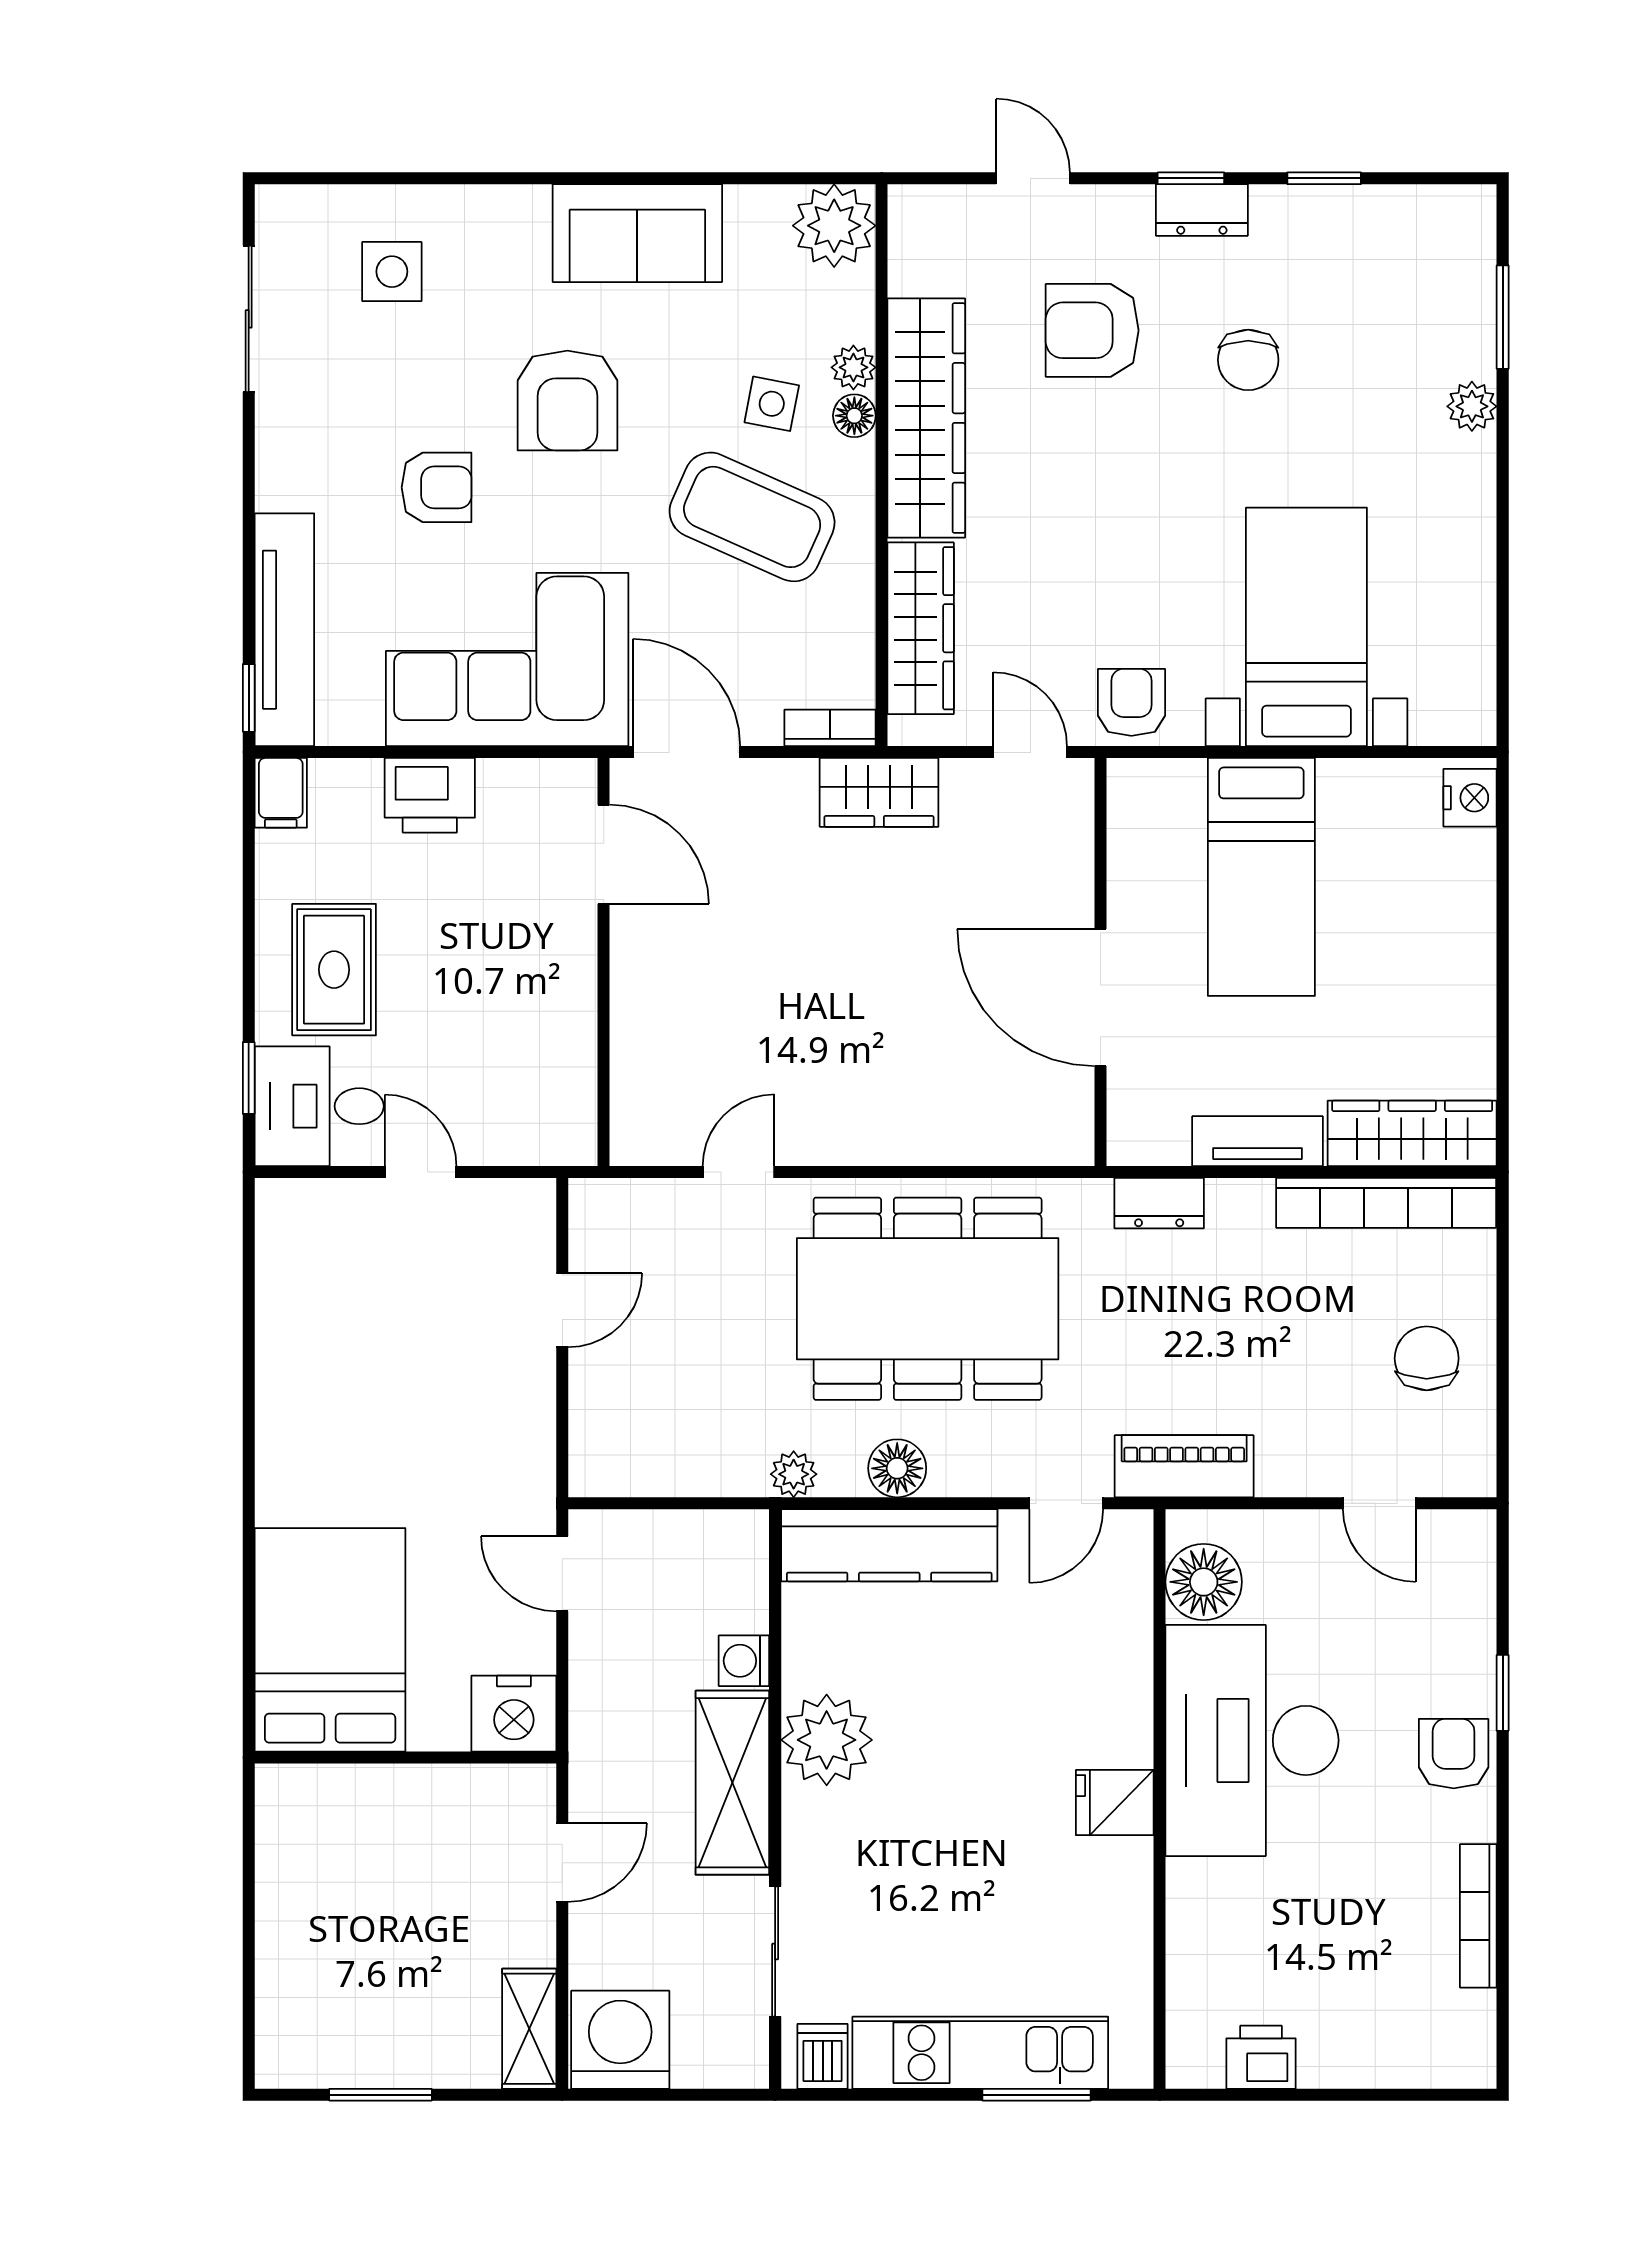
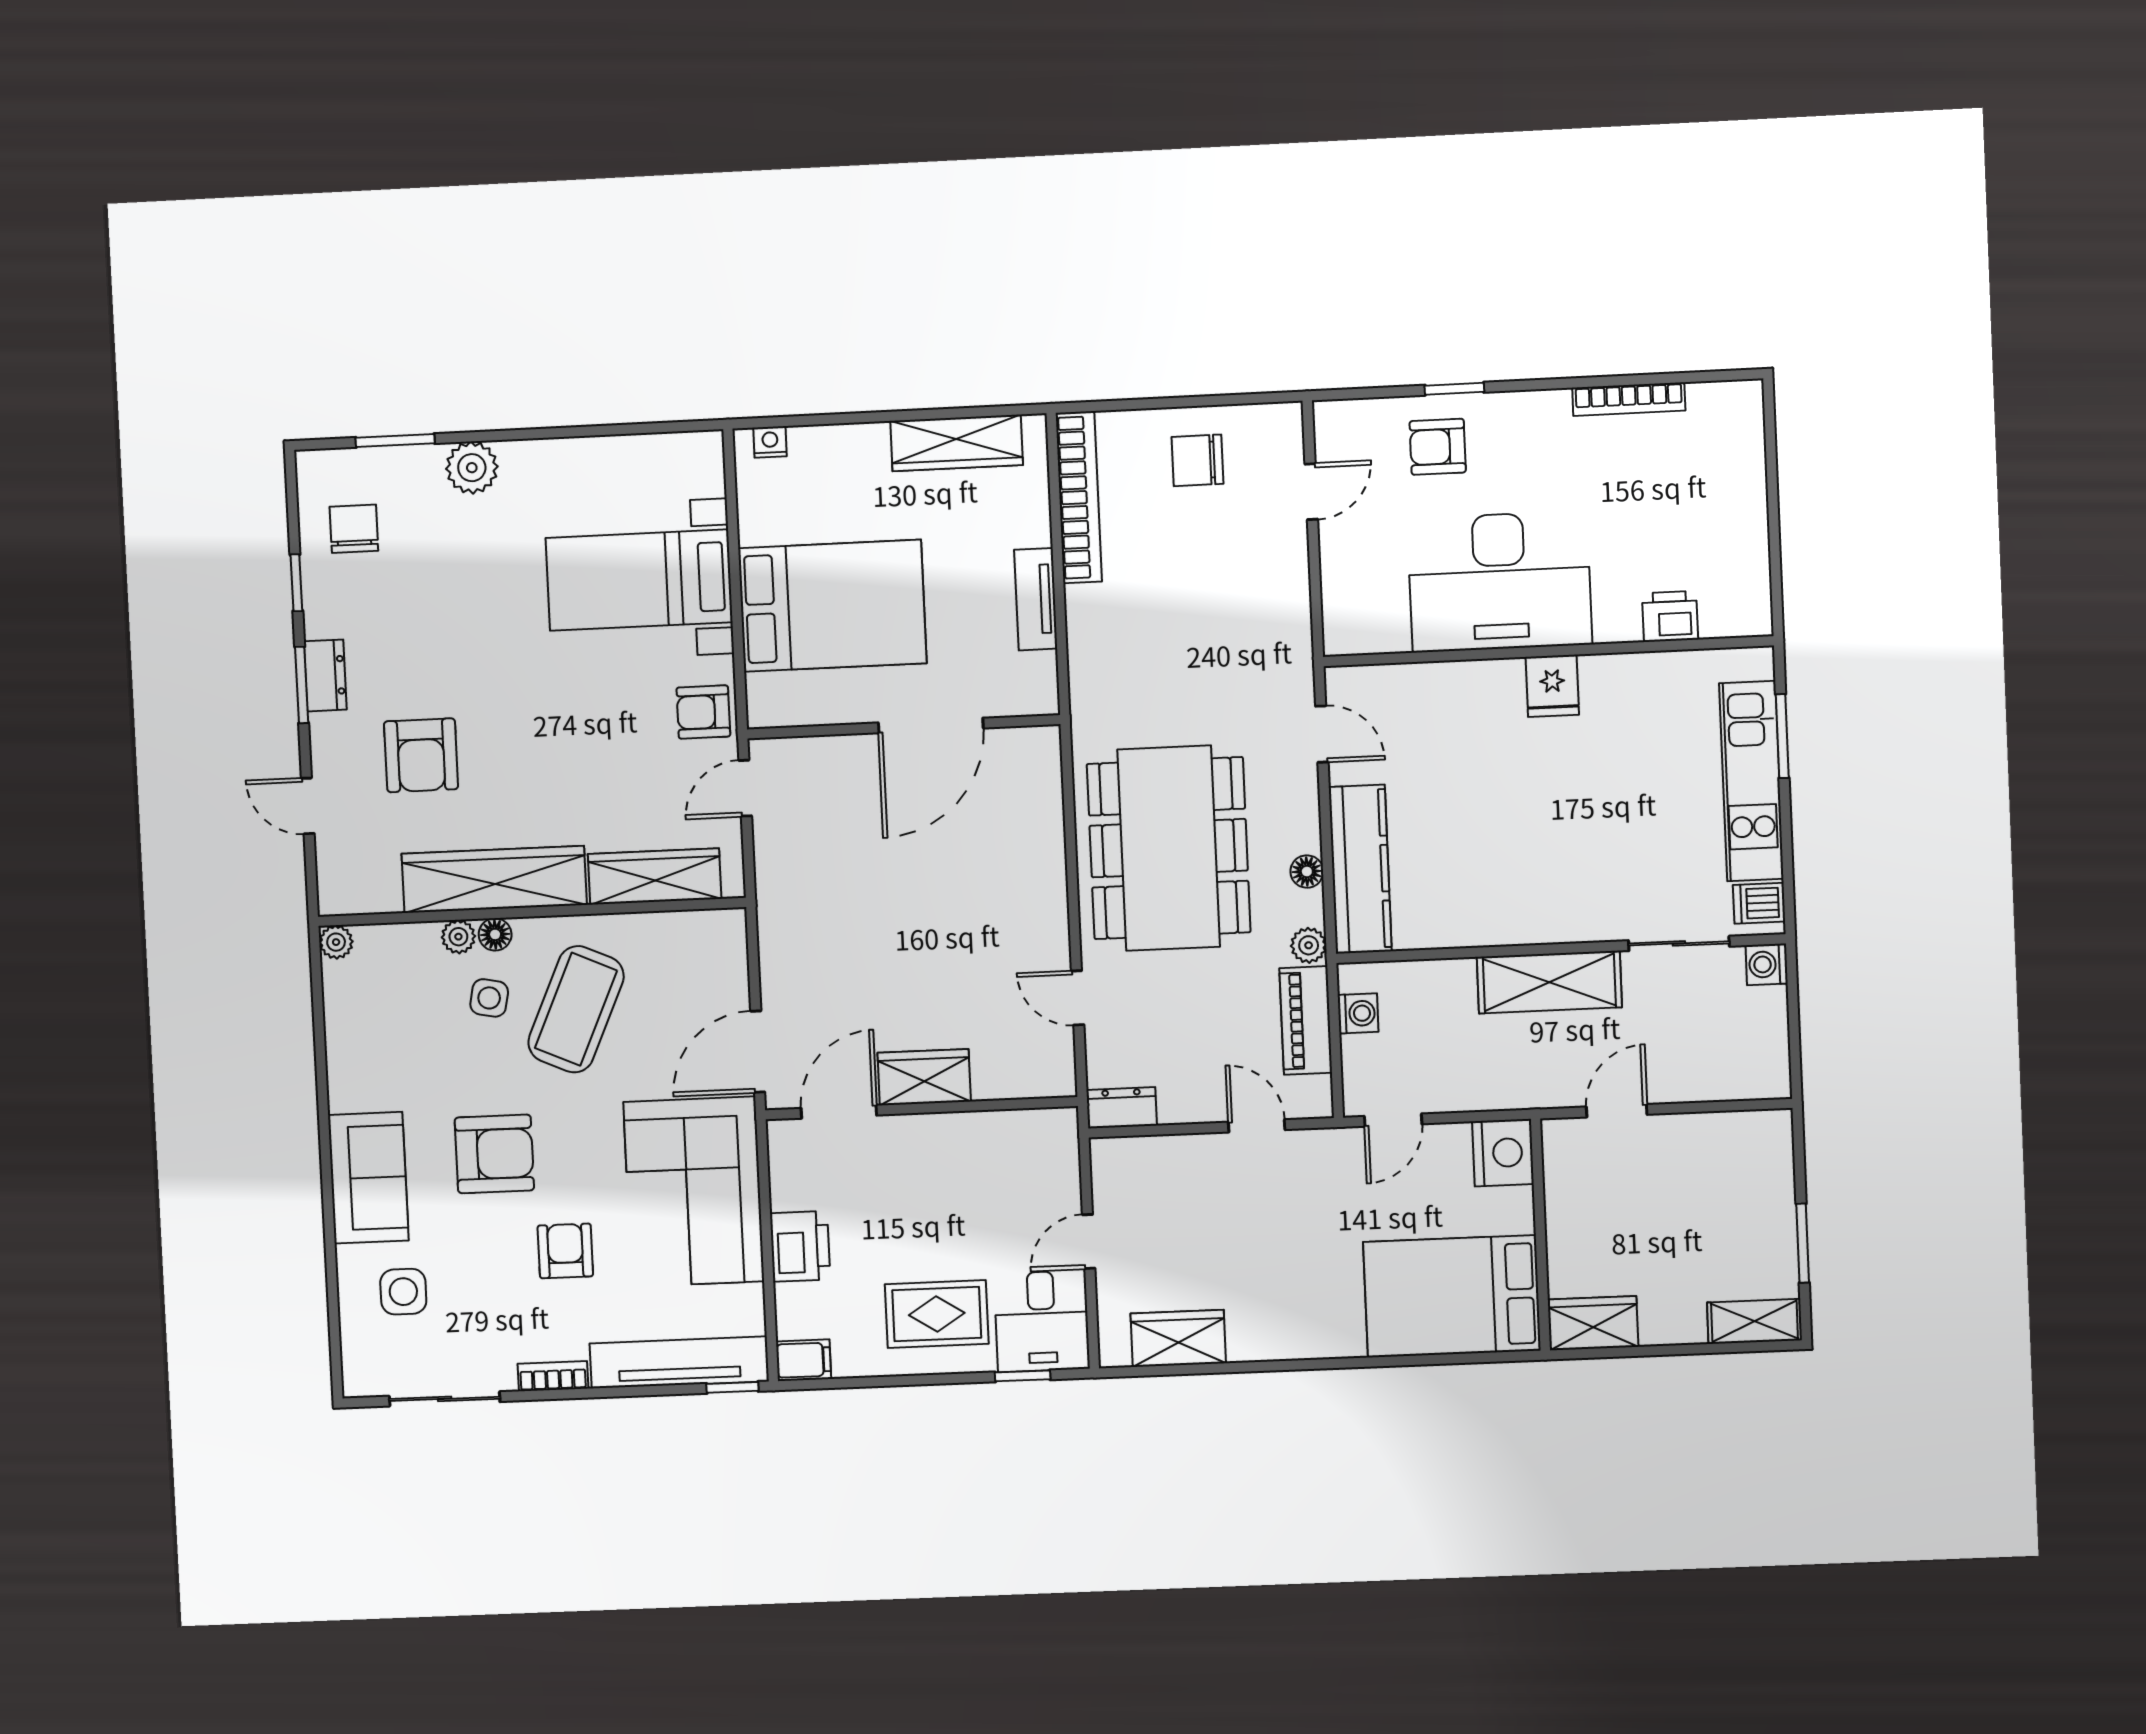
door: (1033, 178) -> (308, 806), hinge flipped
window: (1191, 178) -> (302, 685), width x1.50
plant: (834, 226) -> (336, 942), width x0.53, depth x0.53
sofa: (637, 233) -> (368, 1178), moved
chair: (1248, 360) -> (354, 529), moved, turned -90
plant: (1472, 406) -> (472, 468), width x1.38, depth x1.38
bookcase: (830, 728) -> (553, 1376), moved, turned 90
wardrobe: (879, 792) -> (924, 1077), moved, turned -90
nightstand: (1470, 798) -> (770, 442), width x0.72, depth x0.74
bed: (1261, 877) -> (832, 606), width x1.50
wardrobe: (1412, 1133) -> (957, 443), moved, turned -90
dresser: (1159, 1203) -> (1122, 1108), moved, turned -90
wardrobe: (290, 1283) -> (1178, 1338), added
door: (562, 1310) -> (1257, 1126), moved
piano: (1184, 1466) -> (1306, 1020), moved
floor lamp: (897, 1468) -> (1307, 872), width x0.73, depth x0.73
floor lamp: (1204, 1582) -> (1378, 625), removed
washing machine: (744, 1661) -> (1358, 1013), moved, turned -90
plant: (827, 1740) -> (1513, 911), removed
armchair: (1454, 1754) -> (1438, 447), moved
wardrobe: (288, 1821) -> (1593, 1323), added
door: (562, 1863) -> (1617, 1111), hinge flipped
shelving: (529, 2029) -> (1754, 1321), moved
washing machine: (620, 2040) -> (1767, 964), moved, width x0.53, depth x0.53
printer: (1261, 2057) -> (1670, 616), moved, turned 90

